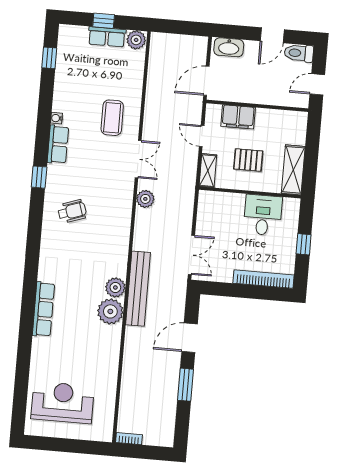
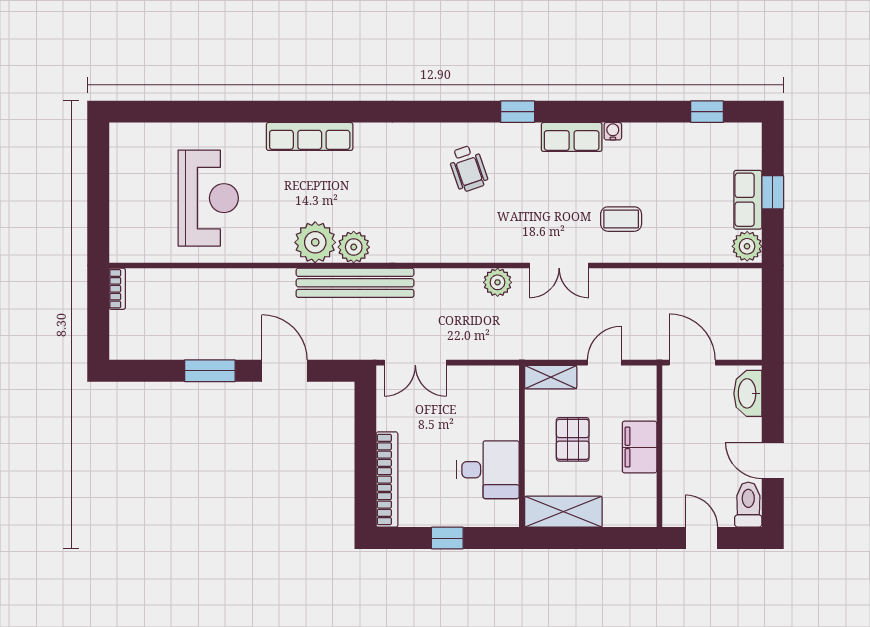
filing cabinet: (238, 117) -> (640, 447), moved
coffee table: (112, 118) -> (621, 219), width x0.73, depth x0.77
reception desk: (63, 403) -> (208, 198), moved

